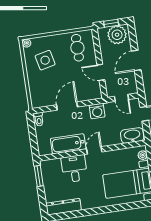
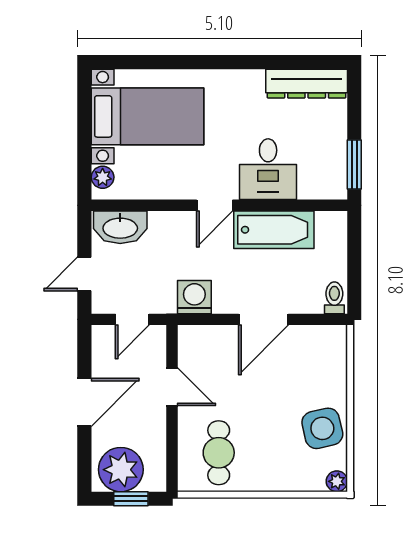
side table: (45, 60) -> (322, 428), moved
door: (122, 98) -> (132, 319), swing flipped

